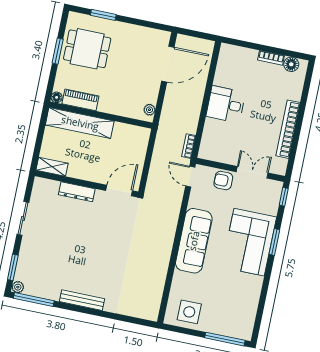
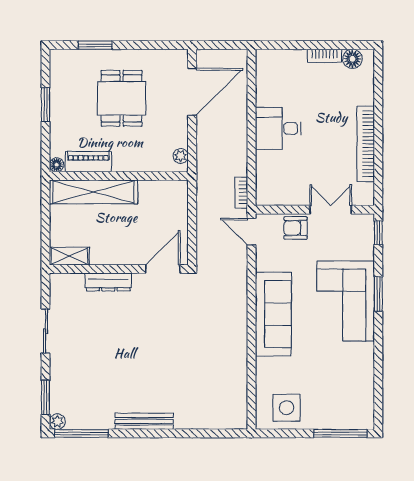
dining table: (87, 49) -> (122, 98), moved, turned 90

